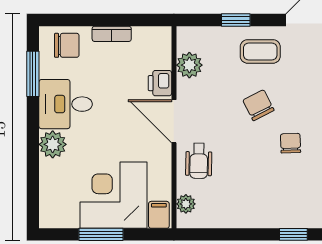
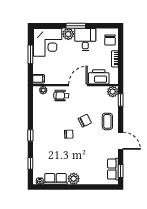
window: (236, 20) -> (121, 100), moved
plant: (189, 65) -> (113, 92), moved
window: (33, 74) -> (76, 26), moved
printer: (160, 83) -> (99, 77), width x1.87, depth x1.48
corner desk: (113, 195) -> (48, 42), moved, turned 90

